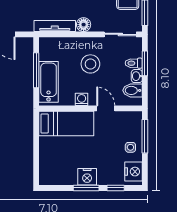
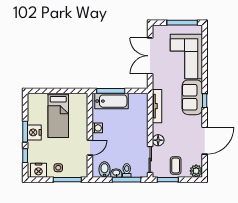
floor lamp: (84, 25) -> (158, 140), moved
window: (145, 63) -> (126, 180), width x1.44
stool: (90, 64) -> (126, 135), removed
window: (36, 70) -> (111, 91), moved
bed: (66, 123) -> (58, 115), moved

